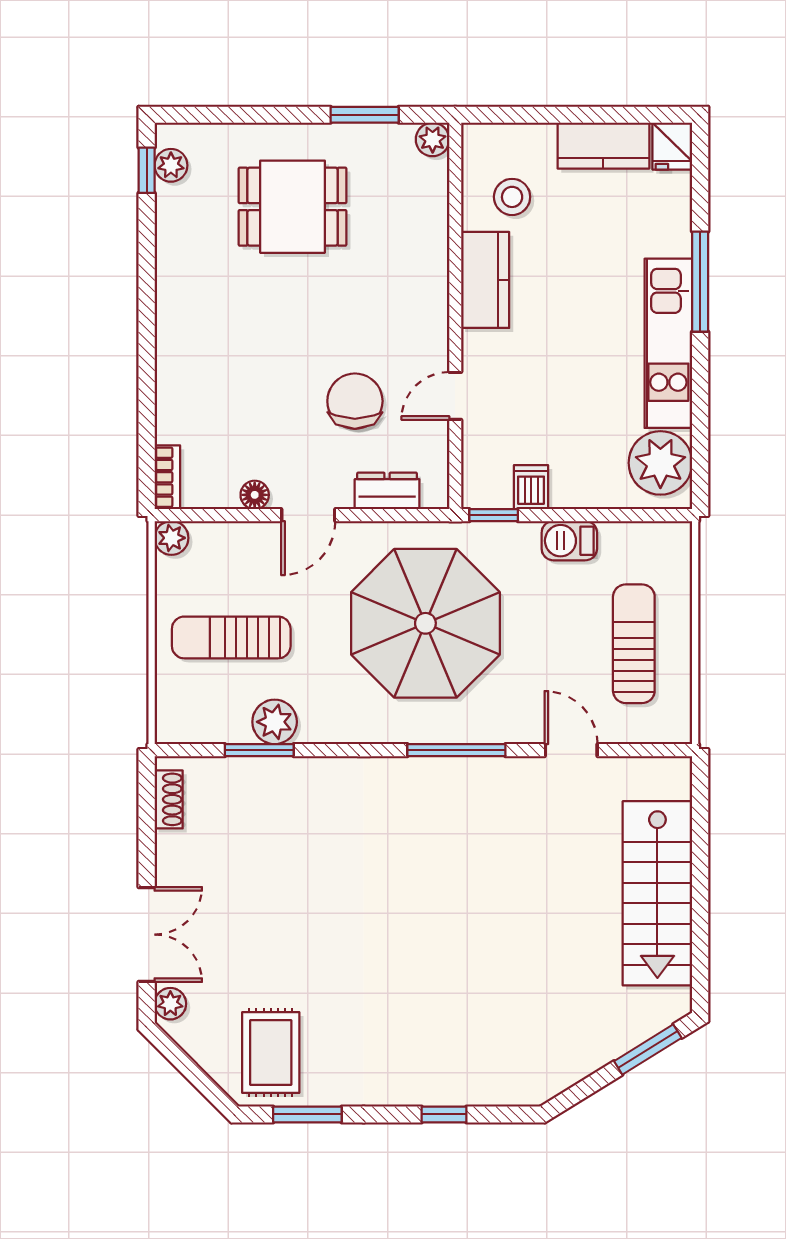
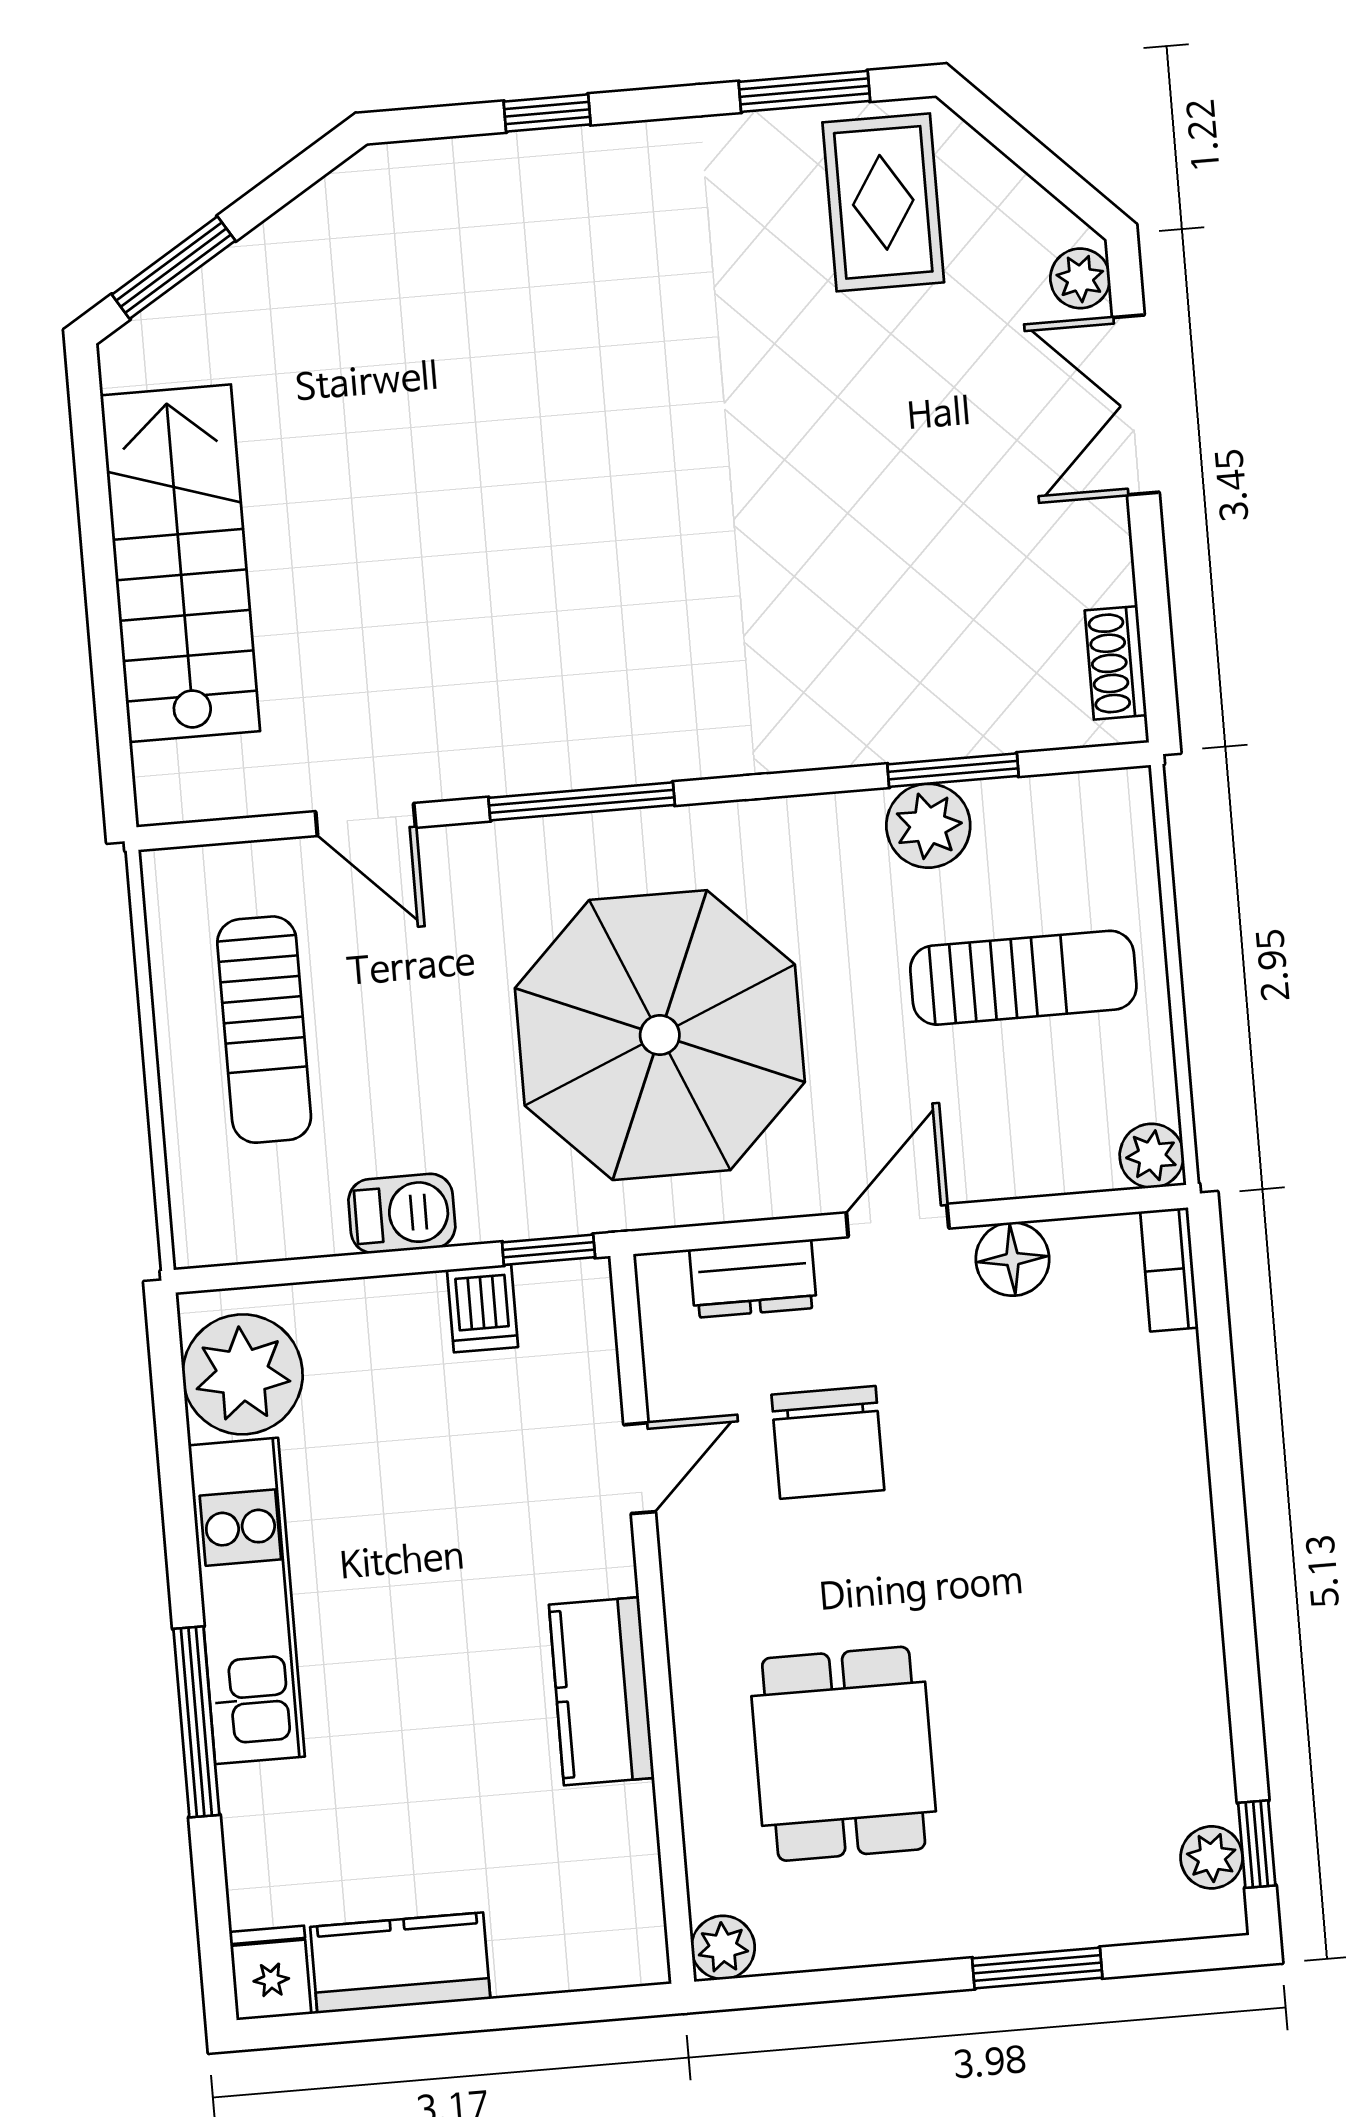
window: (365, 115) -> (1037, 1968), moved
stool: (512, 197) -> (564, 1852), removed
dining table: (292, 207) -> (844, 1754), moved, turned 90
floor lamp: (255, 495) -> (1012, 1259), width x1.37, depth x1.37

